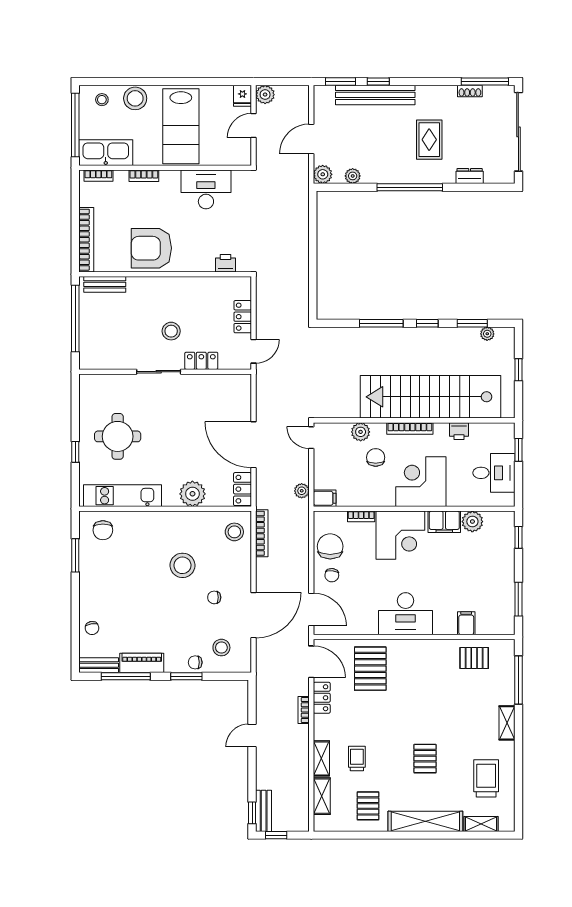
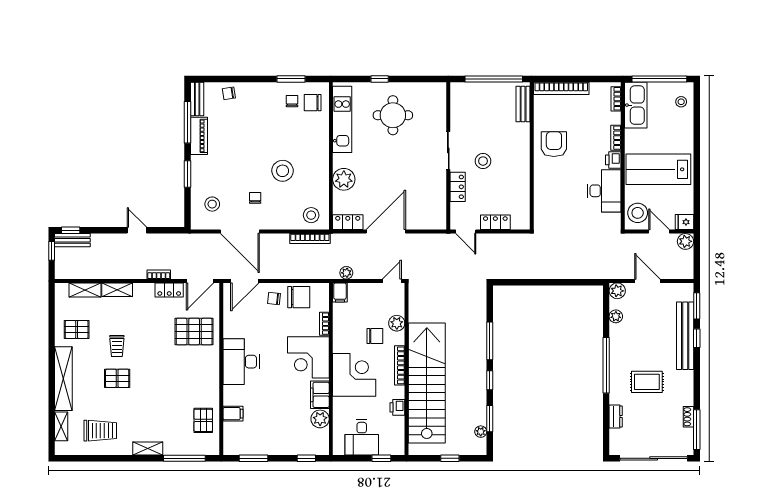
stool: (135, 98) -> (638, 213), moved
armchair: (151, 248) -> (554, 144), width x0.73, depth x0.73
printer: (226, 263) -> (613, 160), moved, turned 180
chair: (195, 662) -> (292, 101), moved
trolley: (357, 759) -> (117, 346), moved, turned 90

